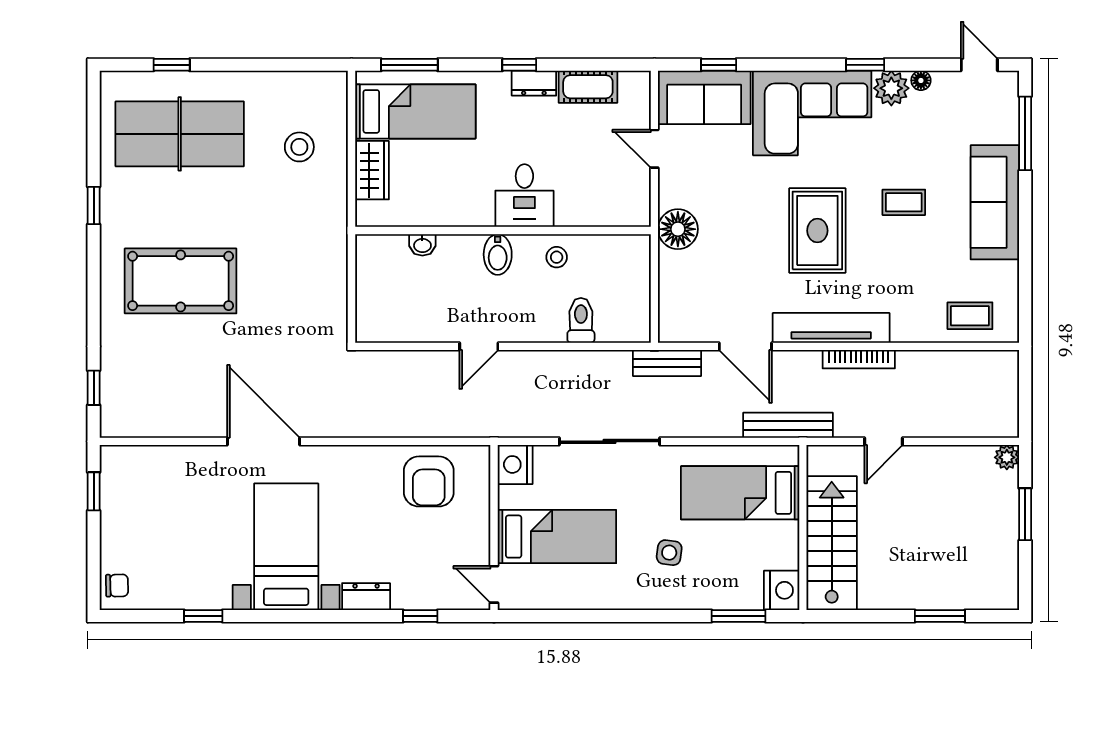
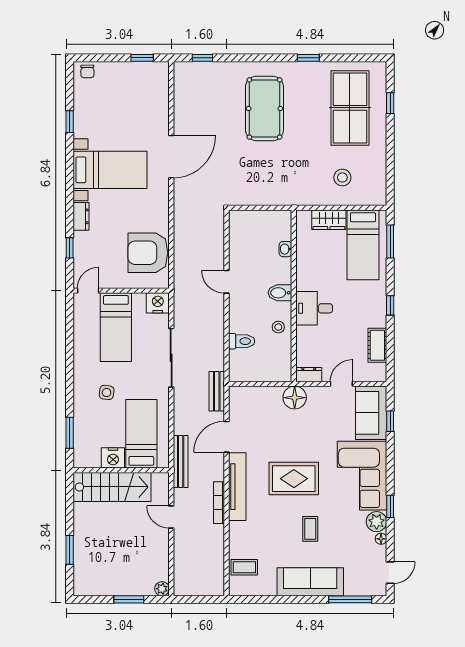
dresser: (534, 83) -> (309, 375), moved, turned 90
coffee table: (970, 316) -> (244, 567), turned 90
armchair: (429, 481) -> (148, 253), width x1.36, depth x1.36
nightstand: (782, 590) -> (113, 458), moved

